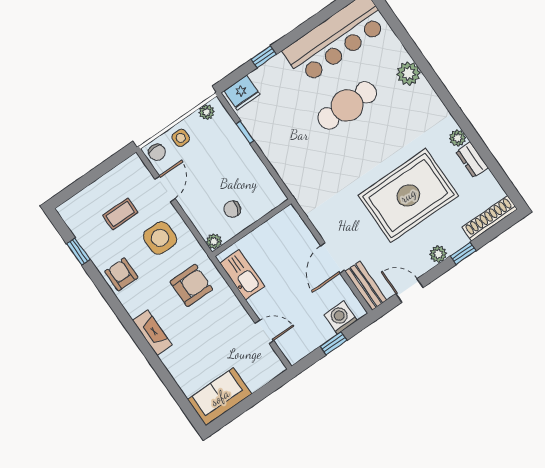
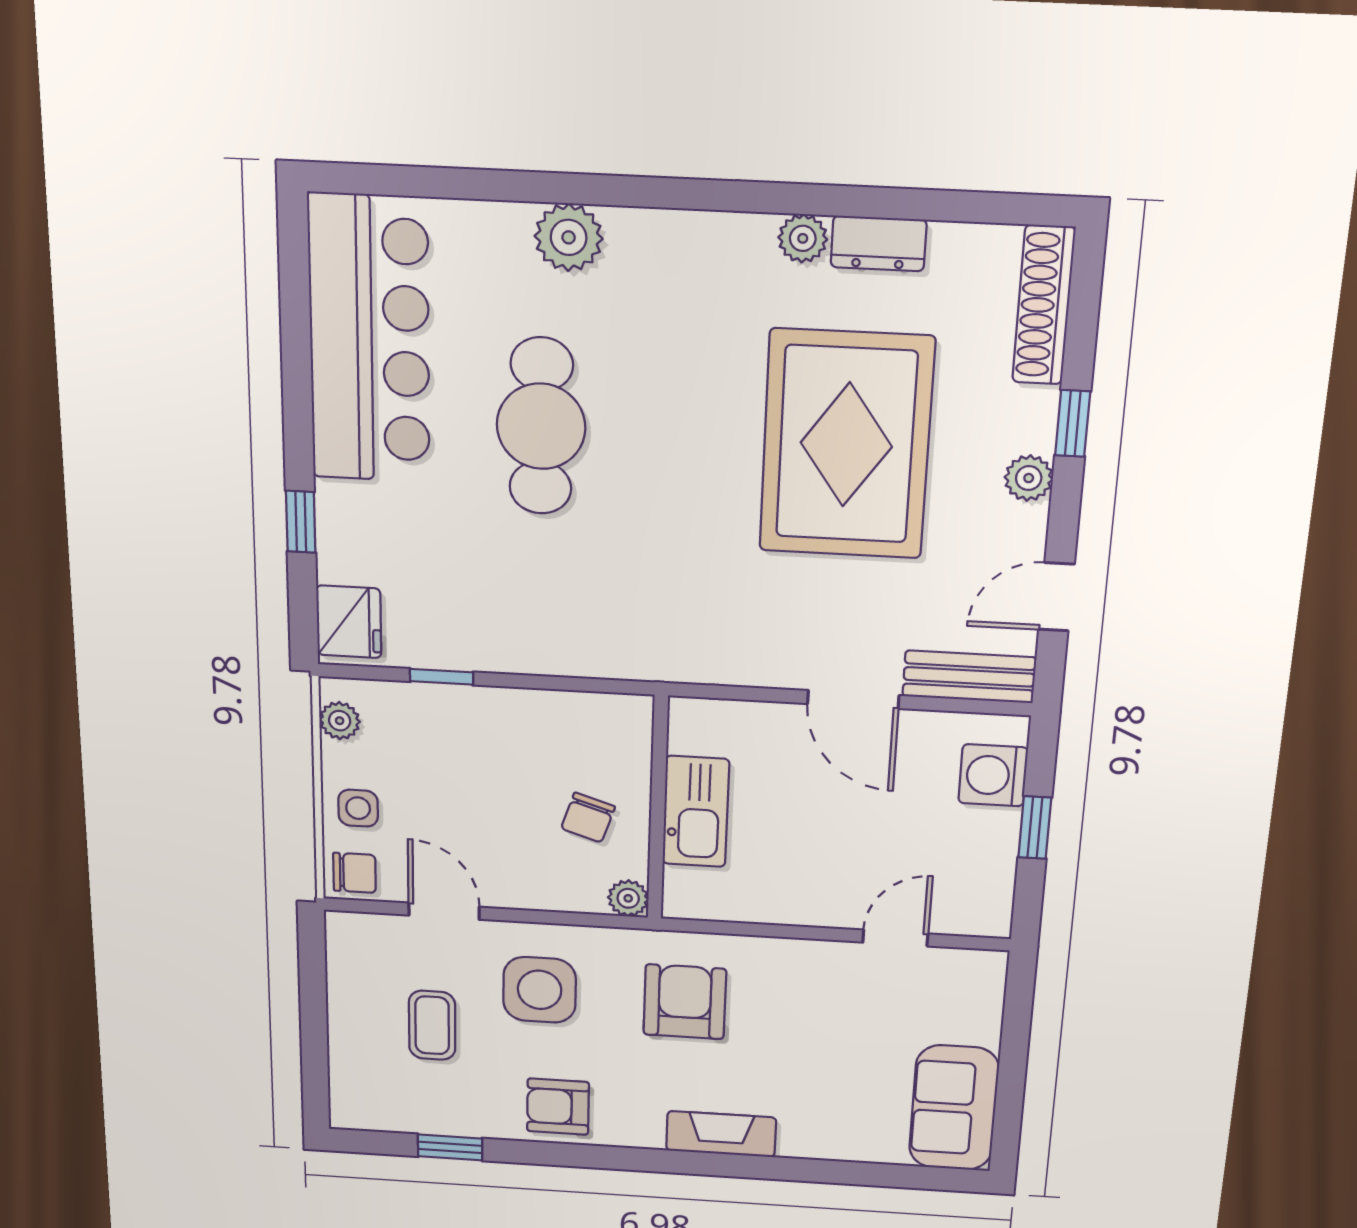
kitchen sink: (242, 275) -> (696, 812), moved, turned 90

